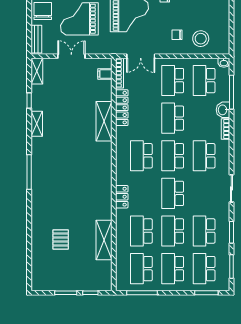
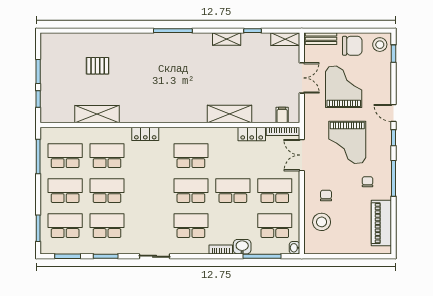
locker: (122, 108) -> (252, 134), width x0.66
school desk: (173, 193) -> (149, 191), removed

